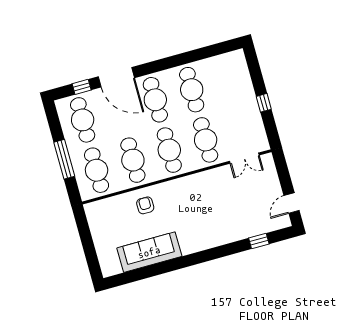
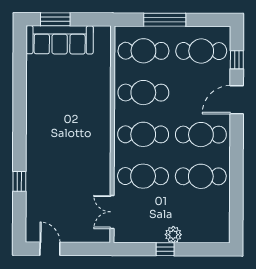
door: (116, 77) -> (237, 100), width x0.73
plant: (249, 99) -> (173, 235), added
armchair: (145, 205) -> (91, 92), removed
window: (259, 241) -> (19, 181), moved
sofa: (149, 252) -> (60, 40), moved, turned 90
window: (91, 255) -> (55, 19), added

